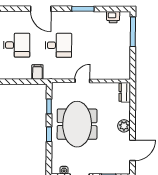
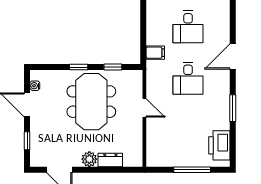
printer: (113, 17) -> (219, 145), width x1.87, depth x1.48
window: (133, 32) -> (192, 170), moved
dresser: (125, 92) -> (110, 160), moved
meeting table: (77, 124) -> (91, 102), turned 90

